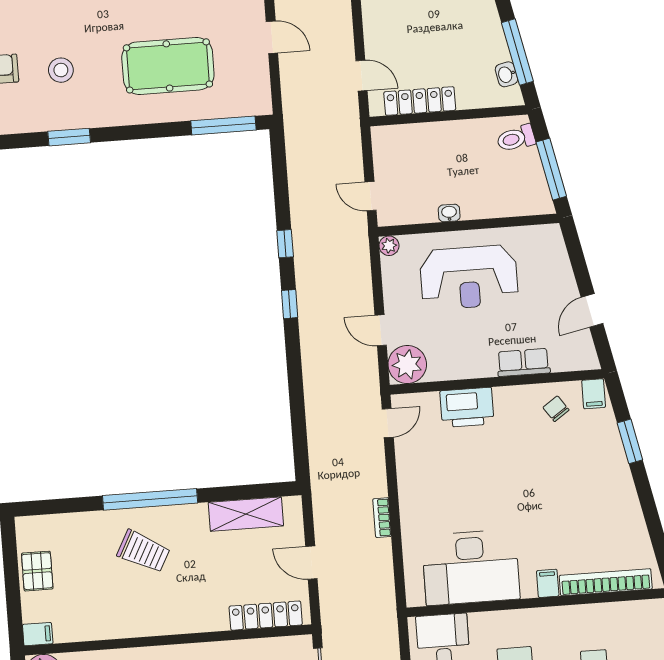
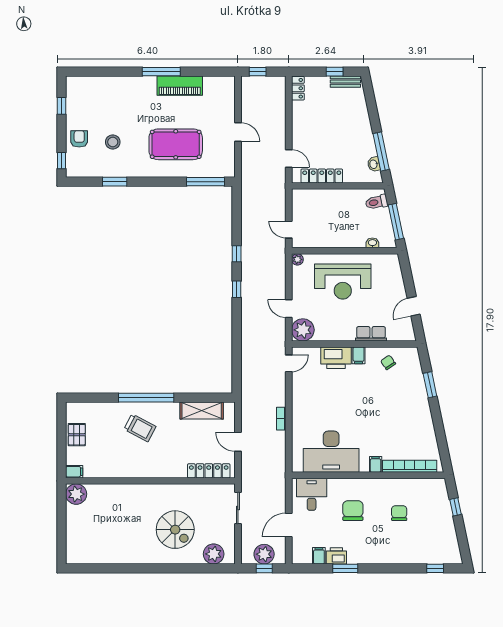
washbasin: (449, 213) -> (372, 243), moved
filing cabinet: (594, 394) -> (359, 355), moved

